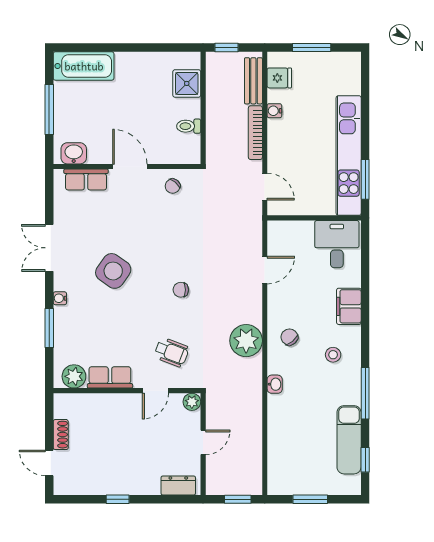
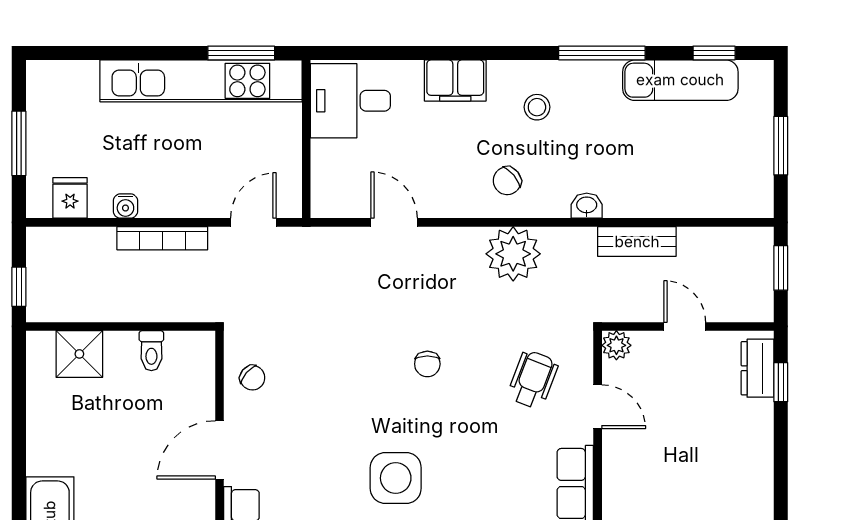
bench: (253, 81) -> (637, 242), moved
side table: (113, 271) -> (396, 478), turned -35
window: (118, 499) -> (781, 382), moved

